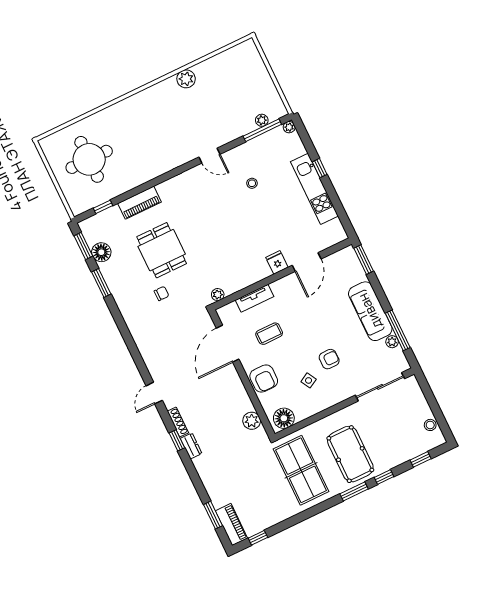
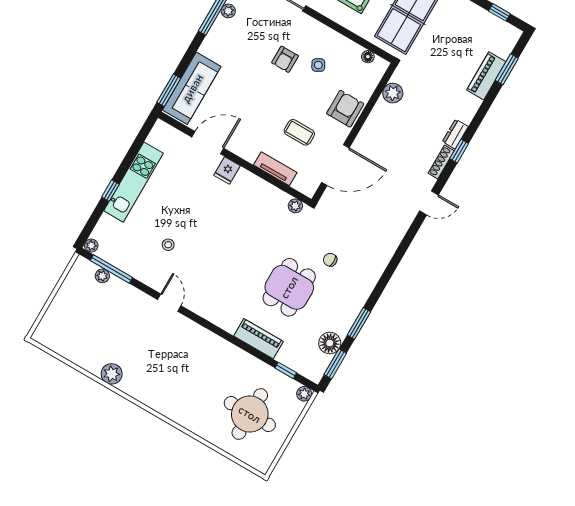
plant: (77, 209) -> (304, 394), added
sofa: (370, 311) -> (192, 88), moved
armchair: (329, 359) -> (285, 59), turned -90
floor lamp: (284, 418) -> (368, 57), width x0.53, depth x0.53
piano: (231, 525) -> (486, 76), moved

